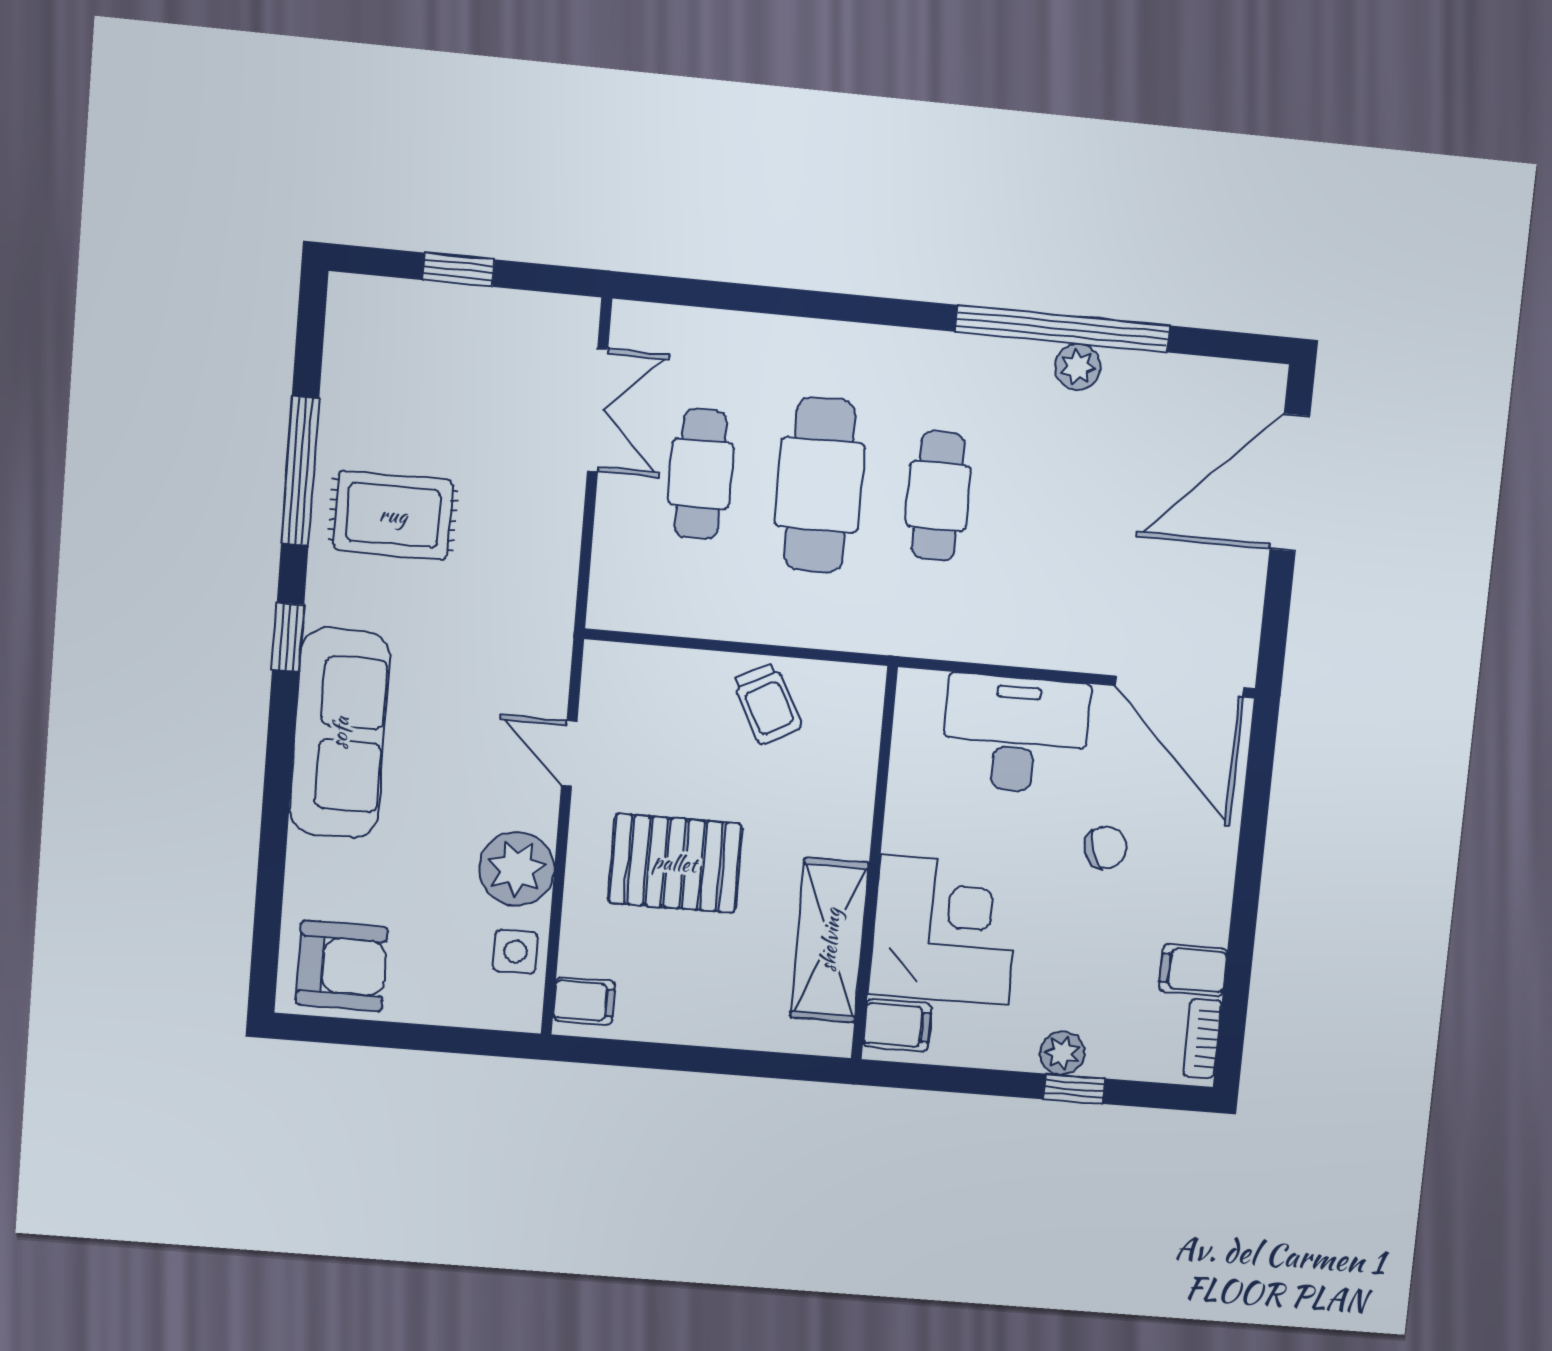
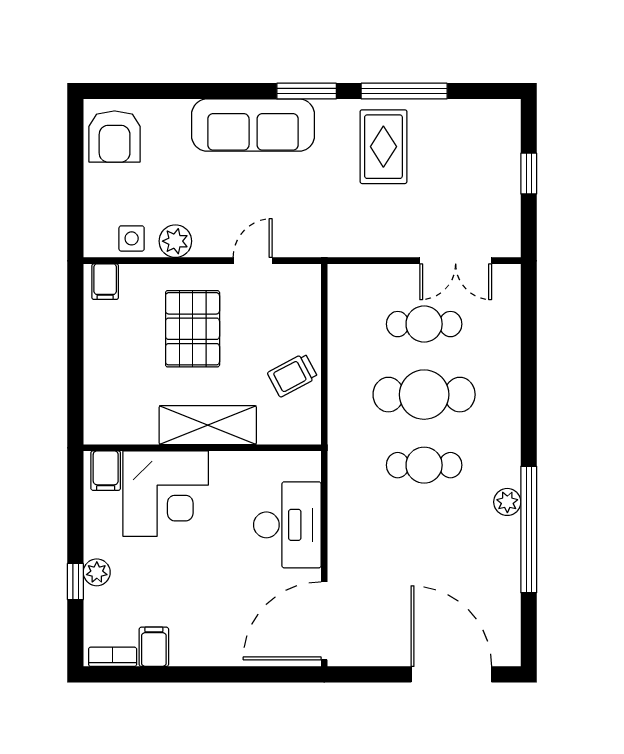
plant: (1078, 367) -> (507, 502), moved
window: (288, 637) -> (307, 91), width x1.50
chair: (1105, 847) -> (224, 586), removed
plant: (517, 869) -> (175, 241), width x0.73, depth x0.73
shelving: (830, 940) -> (208, 425), moved

